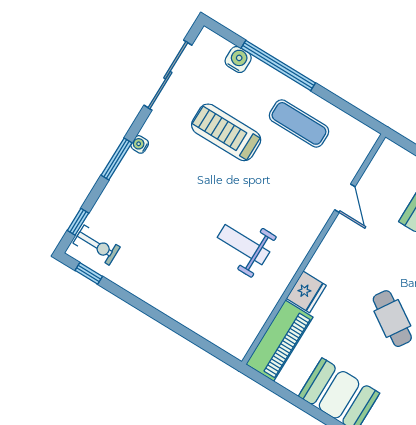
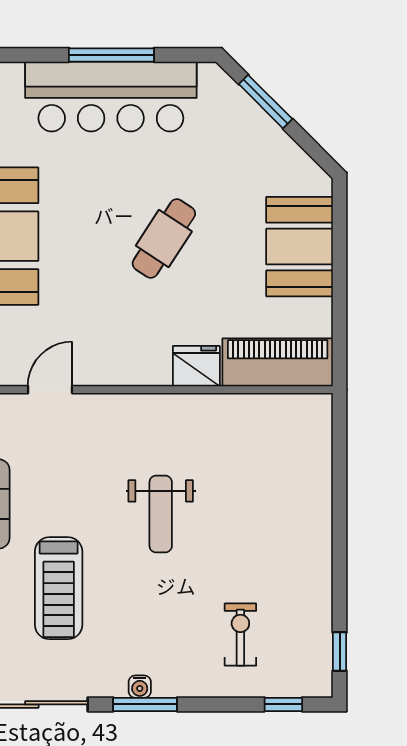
window: (116, 159) -> (145, 704), moved
exercise bike: (97, 245) -> (240, 635), moved
weight bench: (244, 245) -> (161, 514), moved

